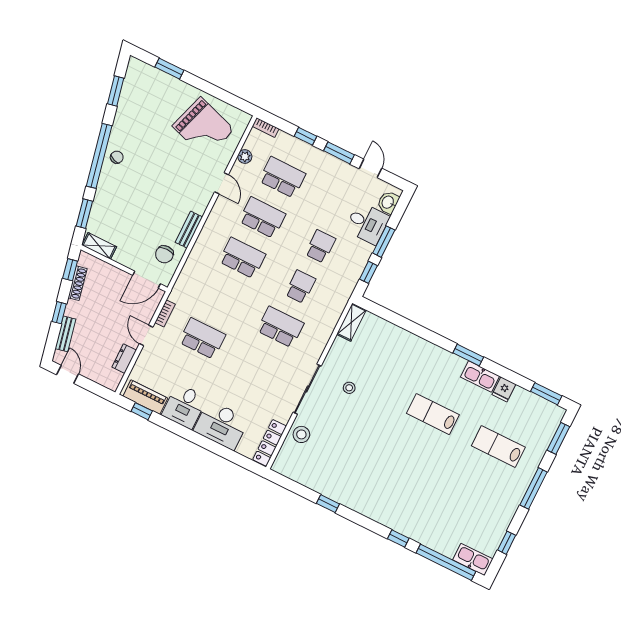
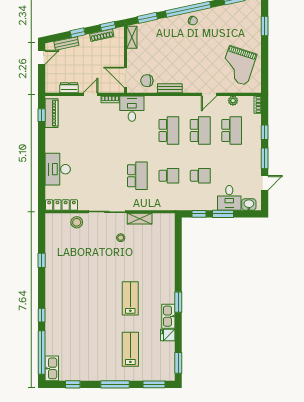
shelving: (351, 322) -> (140, 219), moved
school desk: (202, 338) -> (106, 130), removed
desk: (184, 406) -> (132, 109), moved, turned 90

